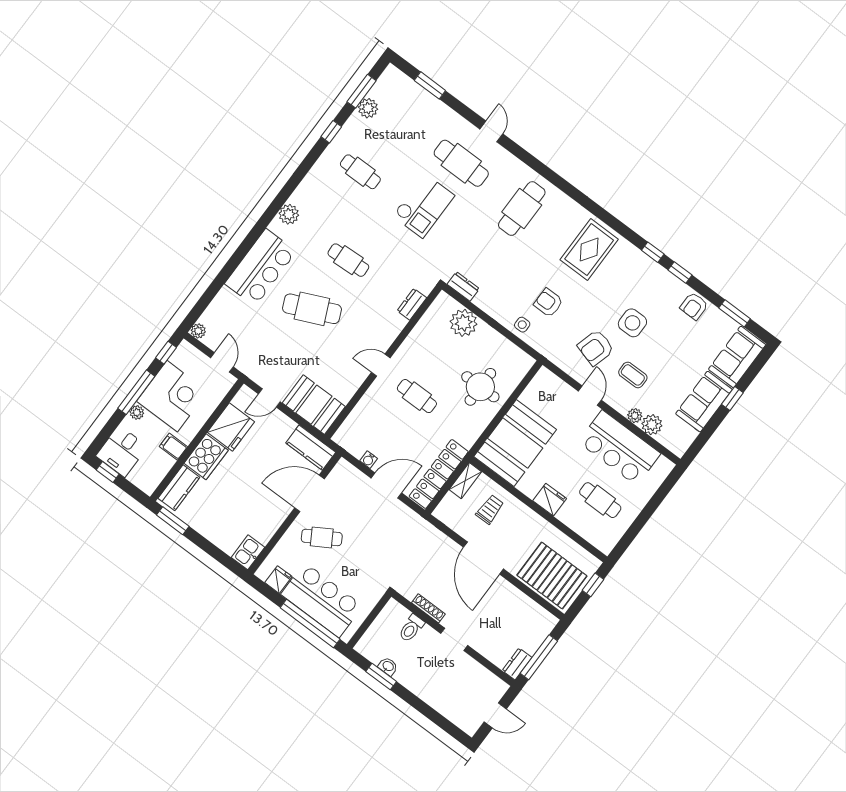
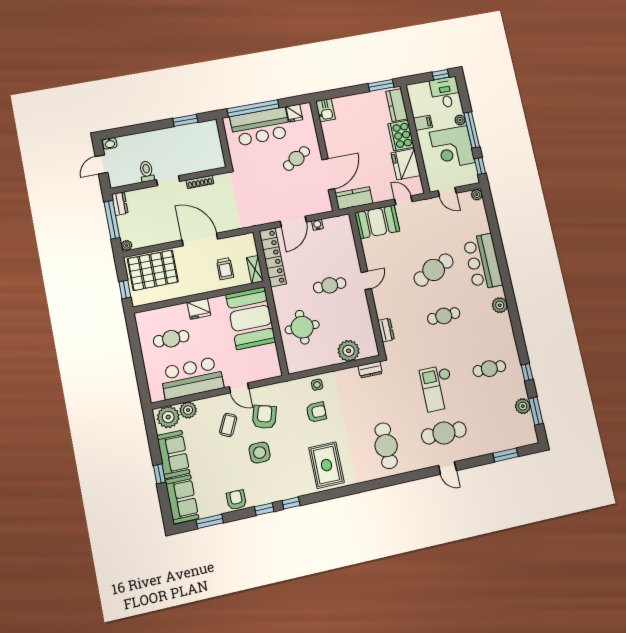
coffee table: (633, 375) -> (228, 425), turned -64
door: (269, 398) -> (403, 200), hinge flipped
plant: (635, 416) -> (168, 417), moved, width x1.88, depth x1.88
plant: (551, 621) -> (127, 245), added
toilet: (411, 628) -> (147, 171), moved
washbasin: (388, 666) -> (110, 143), moved

